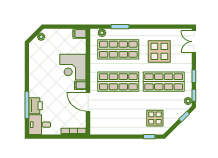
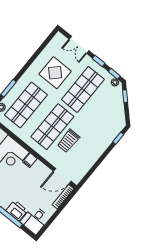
double door: (194, 42) -> (79, 45), moved
door: (88, 102) -> (62, 176), moved
trolley: (117, 102) -> (68, 141), added
display table: (155, 118) -> (107, 121), removed

